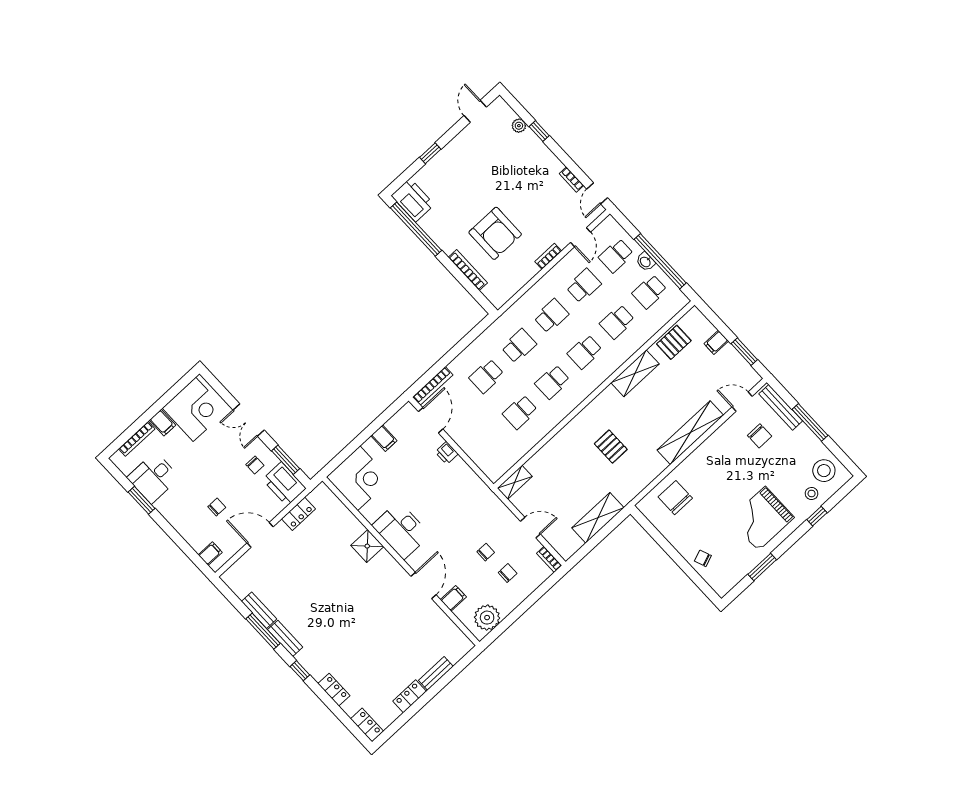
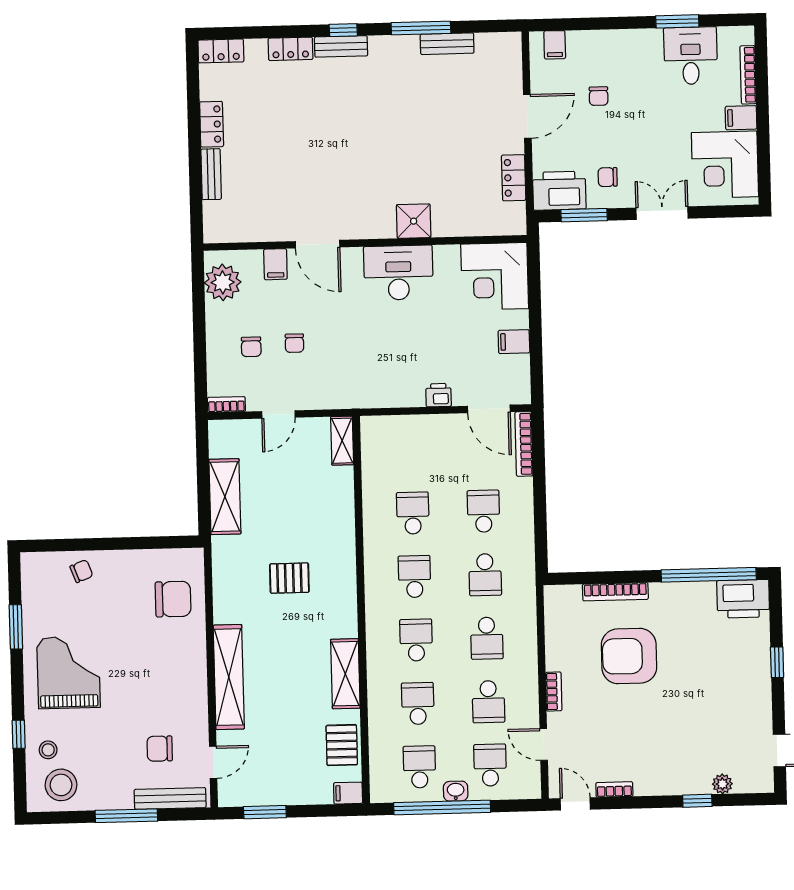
filing cabinet: (716, 342) -> (348, 793), moved, turned -90
bench: (285, 638) -> (341, 46), moved

